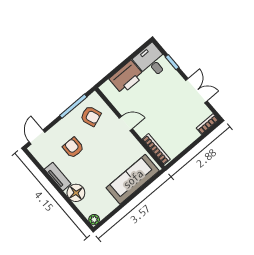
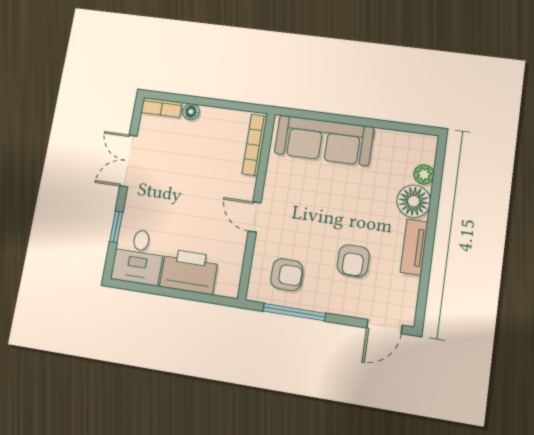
armchair: (91, 116) -> (287, 275), turned 111
floor lamp: (194, 135) -> (191, 112), added
plant: (94, 220) -> (424, 174), moved

